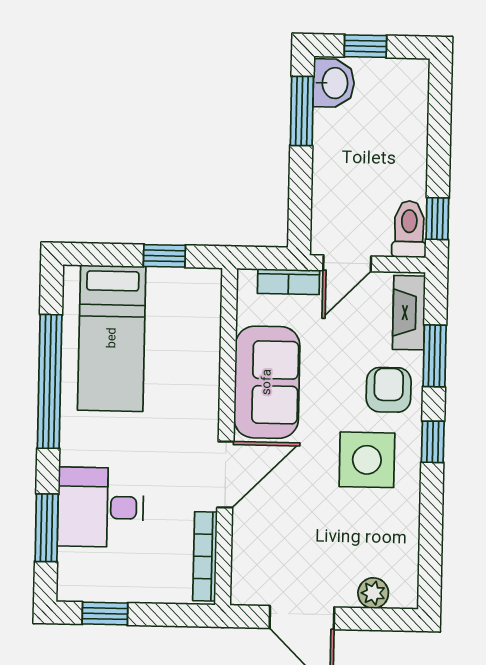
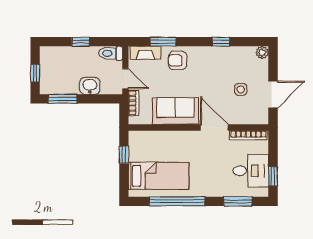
washbasin: (334, 83) -> (90, 86), moved
window: (437, 219) -> (81, 42), moved
window: (433, 442) -> (221, 42), moved
side table: (367, 460) -> (241, 89), moved, width x0.54, depth x0.54
desk: (101, 507) -> (251, 171), moved, turned -90
plant: (373, 593) -> (262, 53), moved

